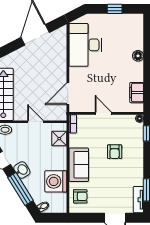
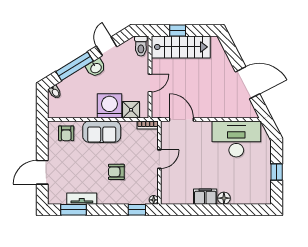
filing cabinet: (137, 93) -> (205, 197), moved
washing machine: (56, 181) -> (109, 106), moved
tv unit: (138, 200) -> (82, 199), moved

